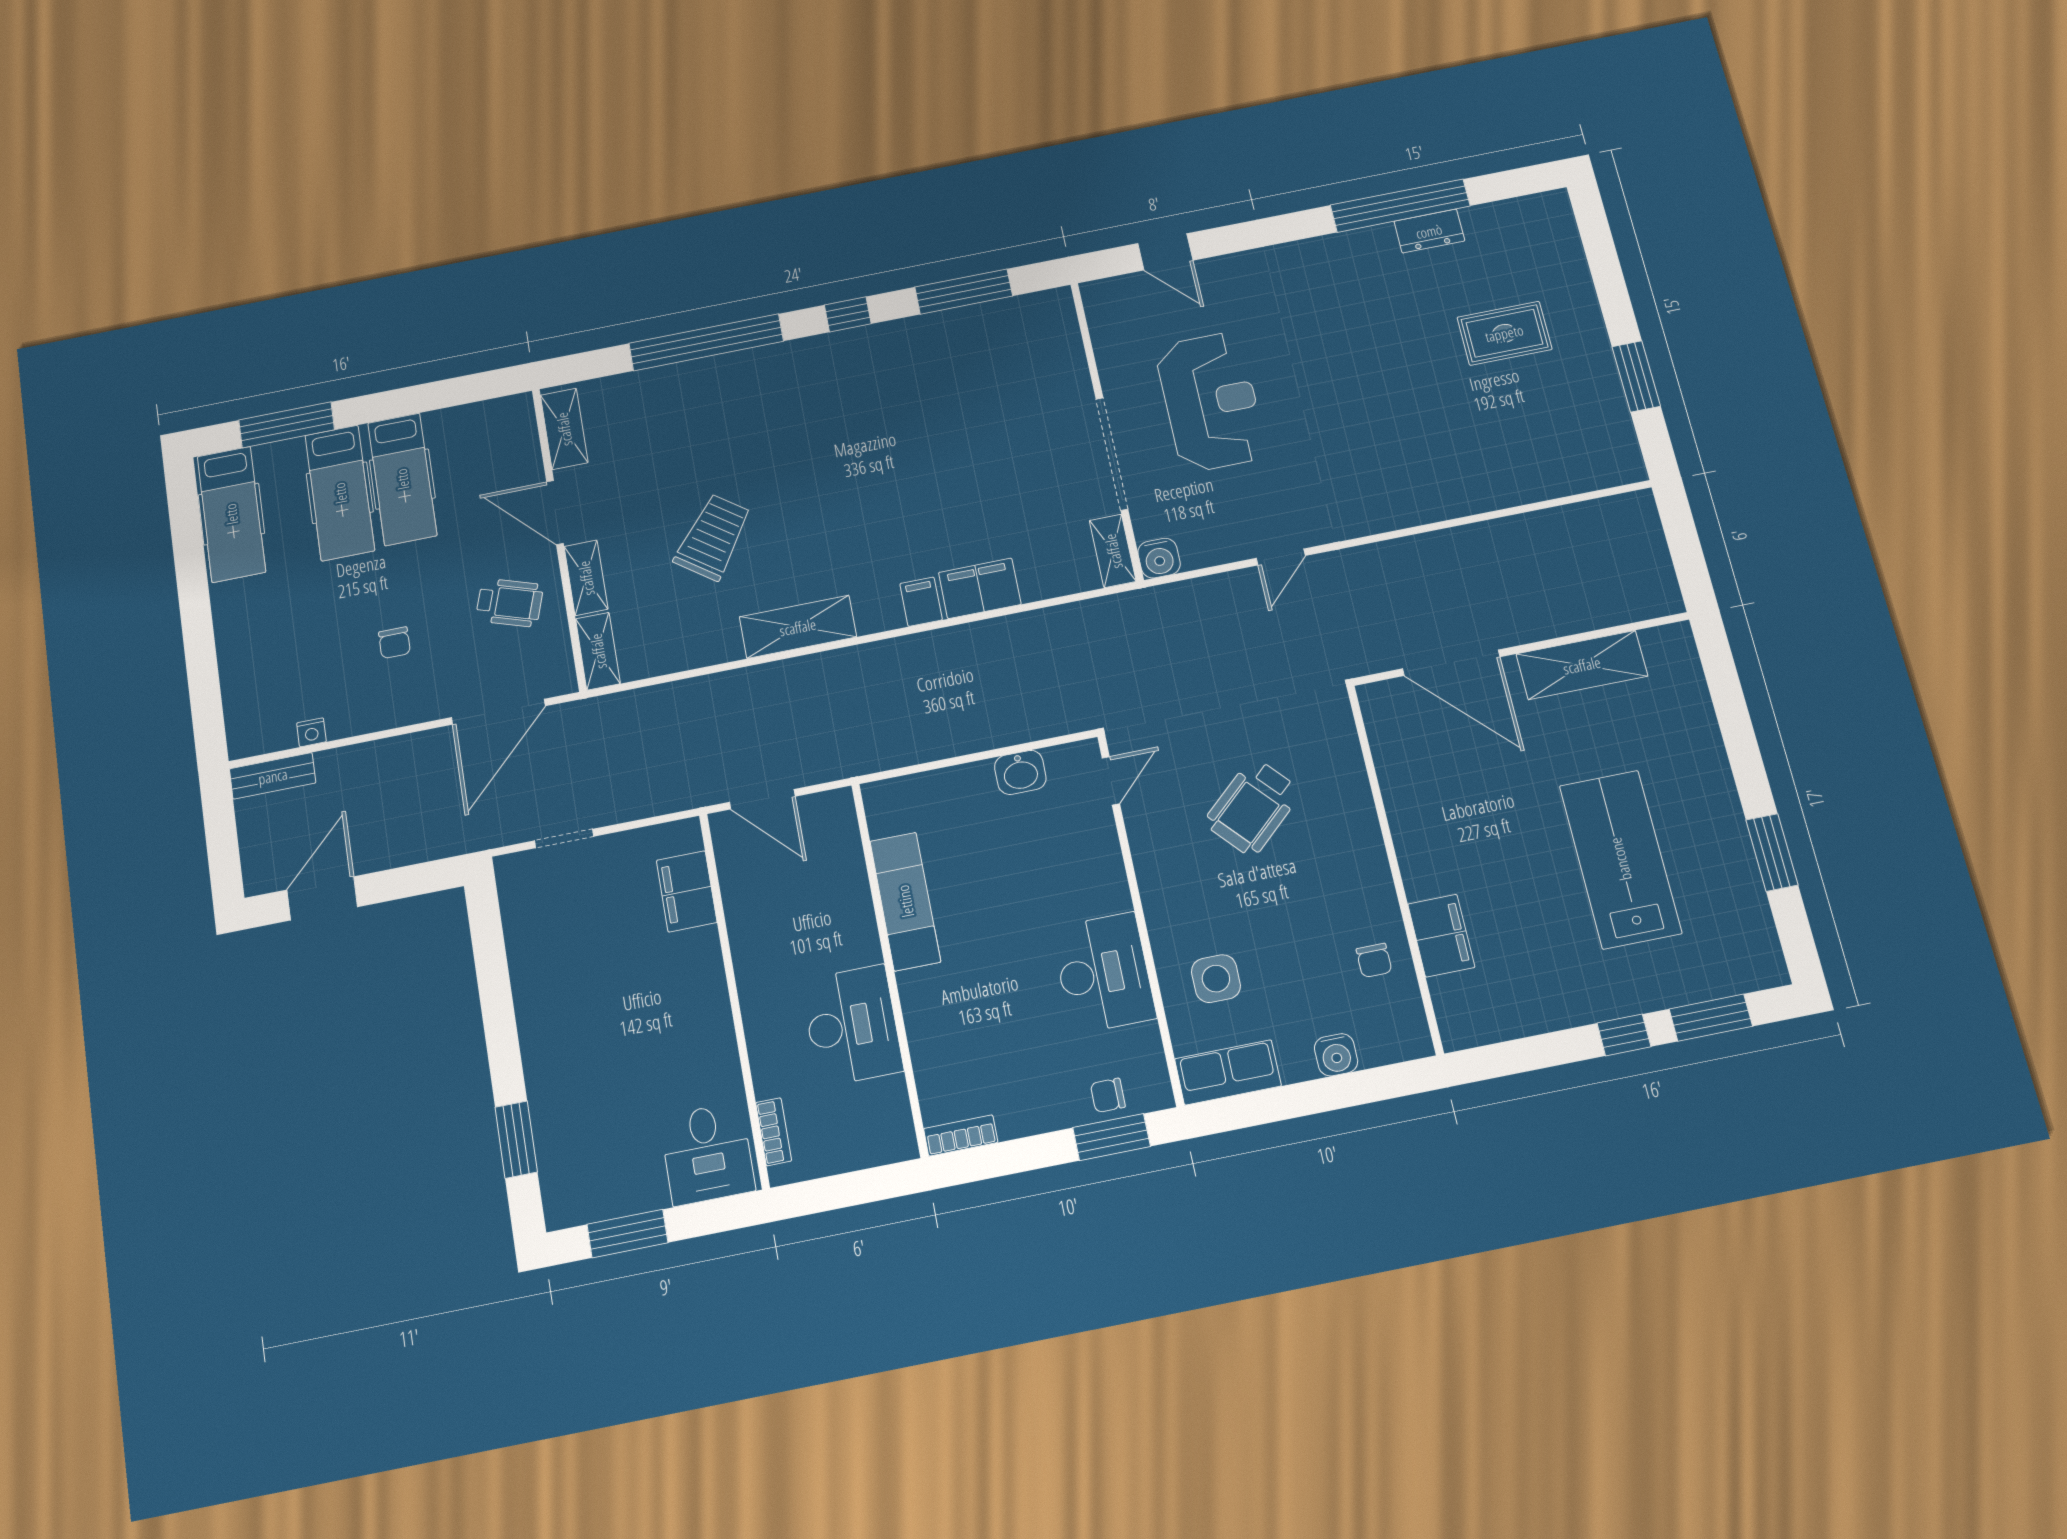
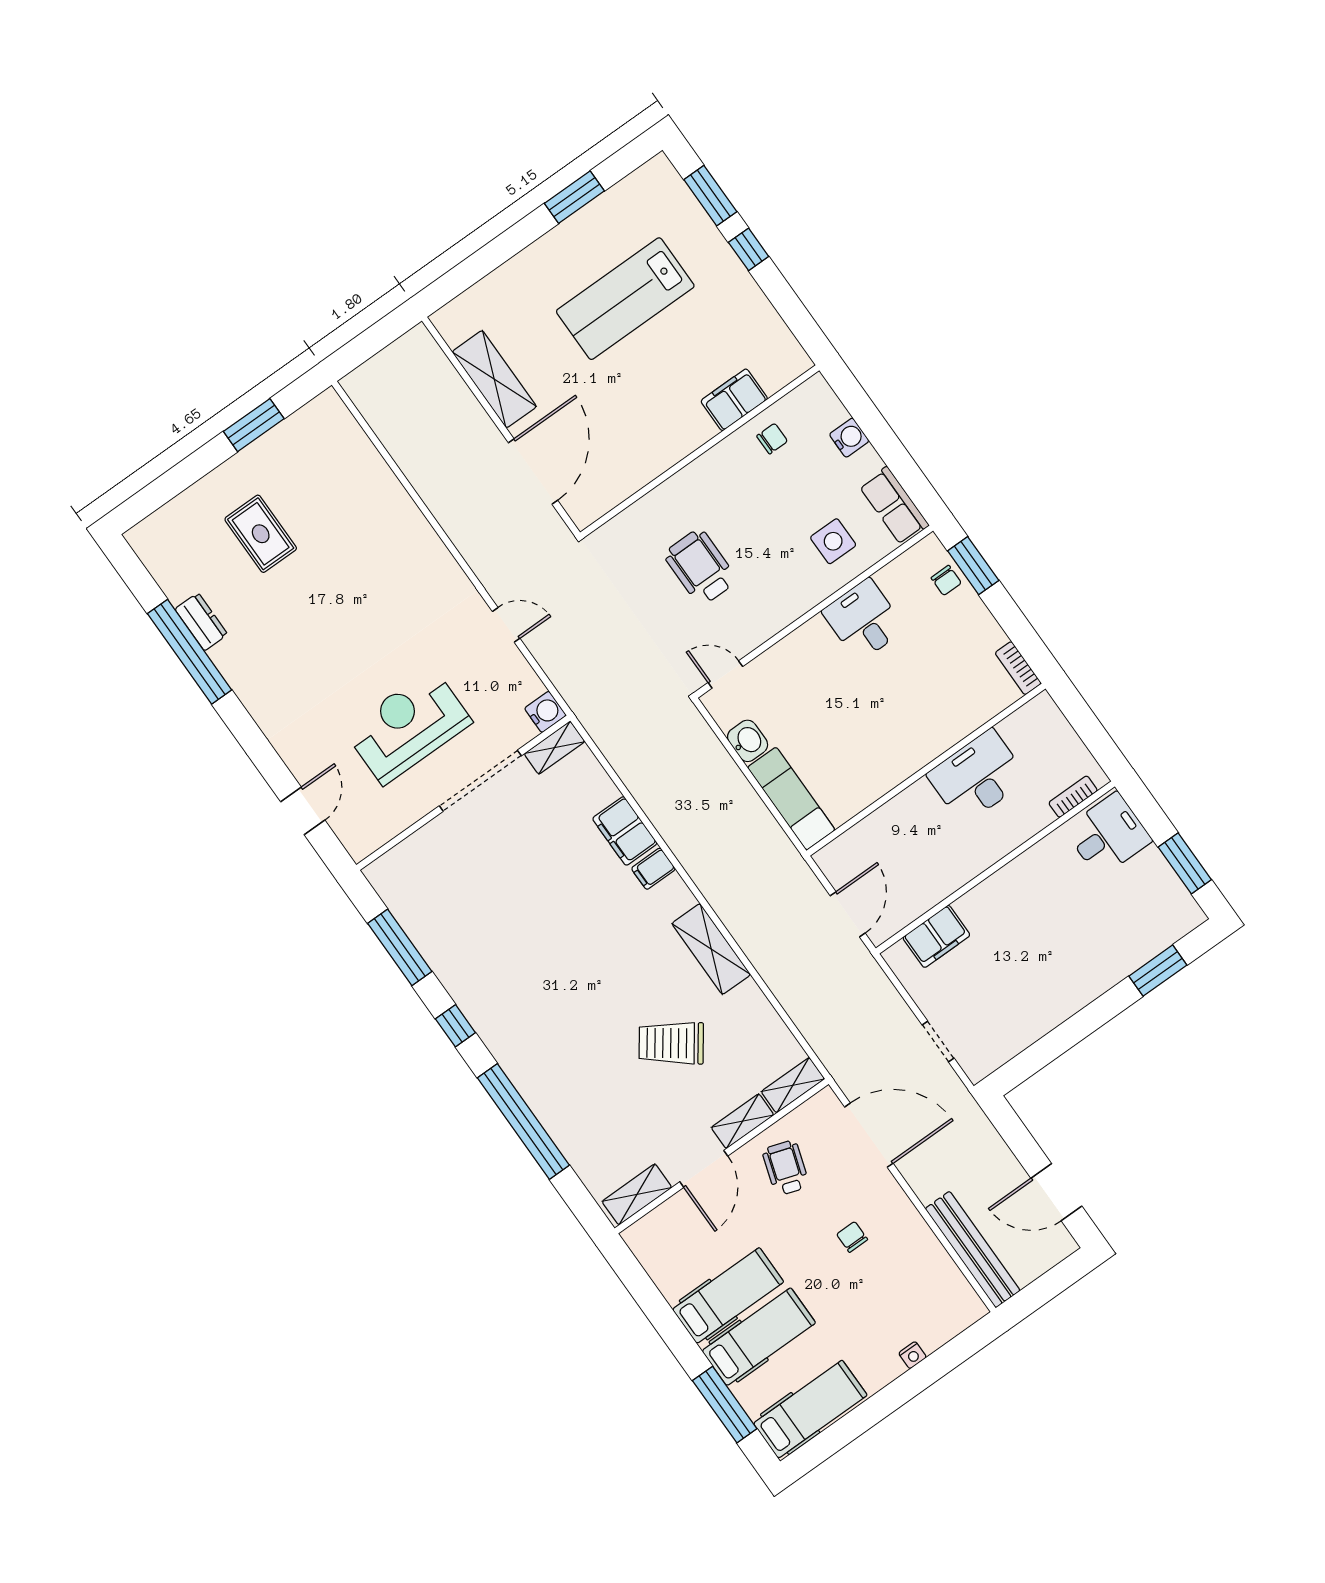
chair: (394, 643) -> (852, 1237), turned -90
nightstand: (311, 732) -> (913, 1355), moved, turned 90
bench: (273, 776) -> (973, 1250), width x1.86, depth x1.21
wheelchair: (1253, 807) -> (700, 567), turned -138
exam couch: (905, 901) -> (791, 799), moved, turned 90
desk: (1104, 973) -> (864, 620), width x0.73

